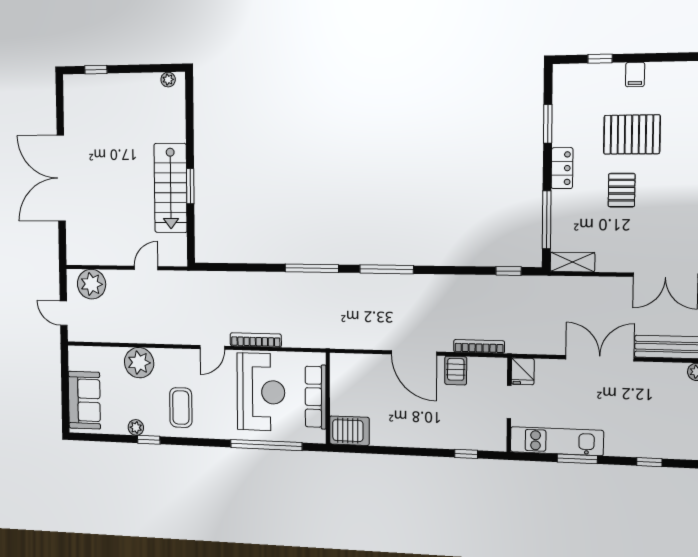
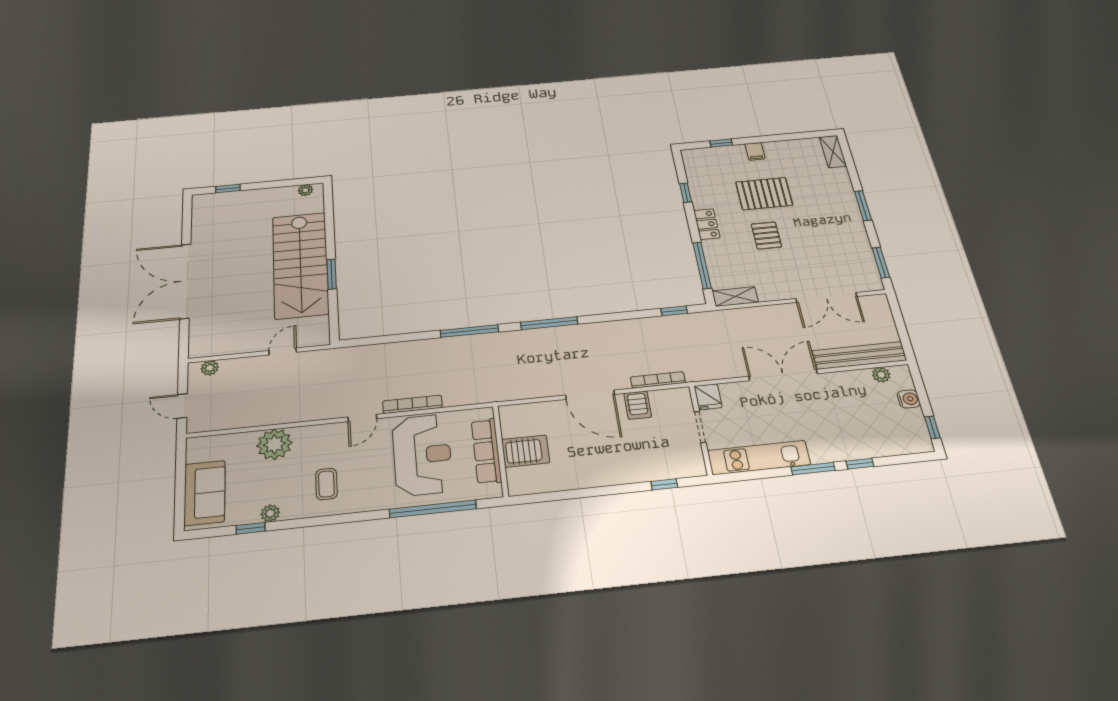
window: (548, 124) -> (686, 193), width x0.67
stairs: (171, 188) -> (300, 265), width x1.36, depth x1.51
plant: (92, 284) -> (210, 368), width x0.53, depth x0.53
coffee table: (181, 408) -> (326, 484), width x0.73, depth x0.77
server rack: (349, 431) -> (526, 451), moved
window: (149, 440) -> (251, 528), moved
window: (577, 459) -> (813, 469), moved

